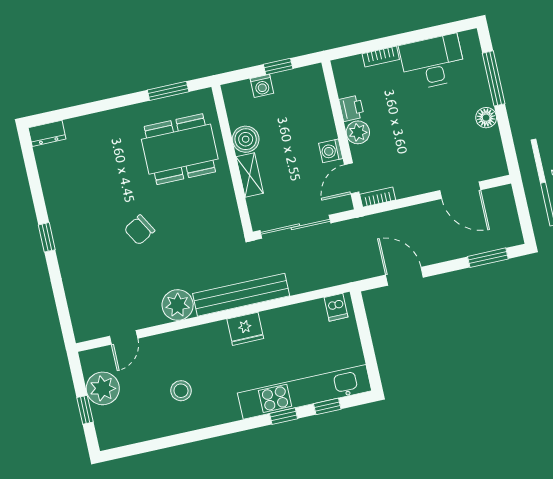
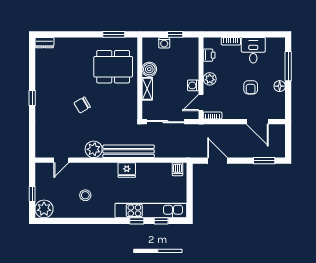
desk: (433, 62) -> (253, 50), width x0.73
printer: (351, 108) -> (209, 55), moved
armchair: (435, 131) -> (251, 87), added
plant: (103, 388) -> (44, 209), moved

